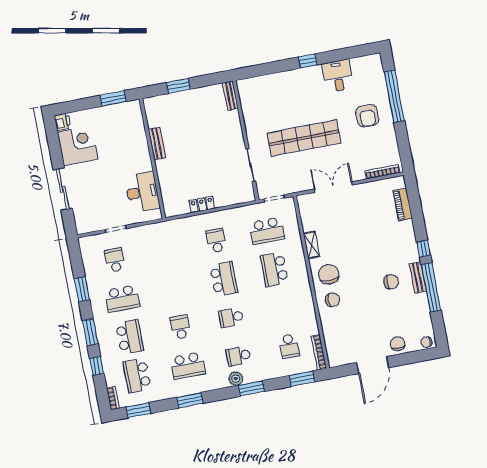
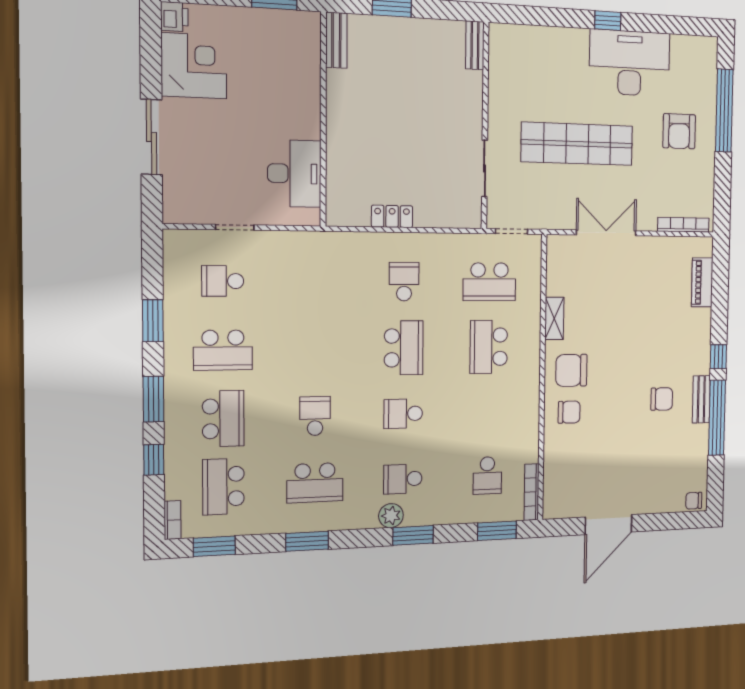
desk: (338, 76) -> (630, 63), width x1.87, depth x1.30
bench: (157, 144) -> (336, 40), moved
school desk: (115, 260) -> (223, 281), turned -90
chair: (329, 274) -> (571, 370), turned -90
chair: (398, 344) -> (652, 497), removed

